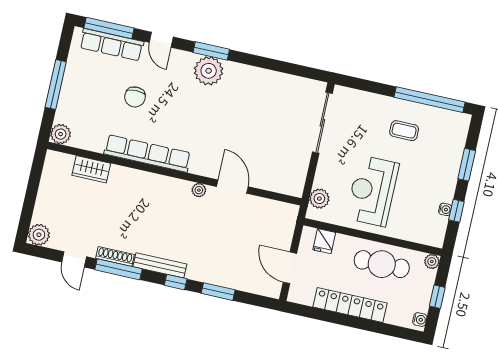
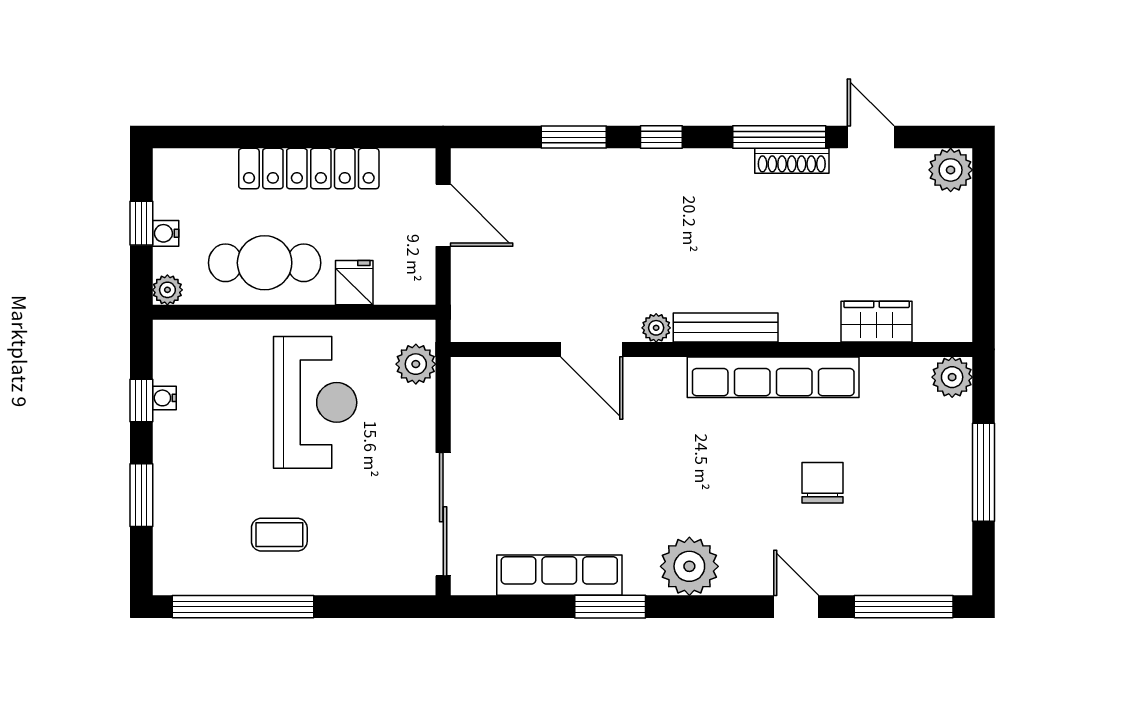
row of seats: (112, 45) -> (559, 575), moved
window: (211, 51) -> (610, 607), moved
fridge: (324, 241) -> (354, 283), moved
bench: (160, 265) -> (726, 327), moved
water cooler: (420, 320) -> (166, 233), moved

